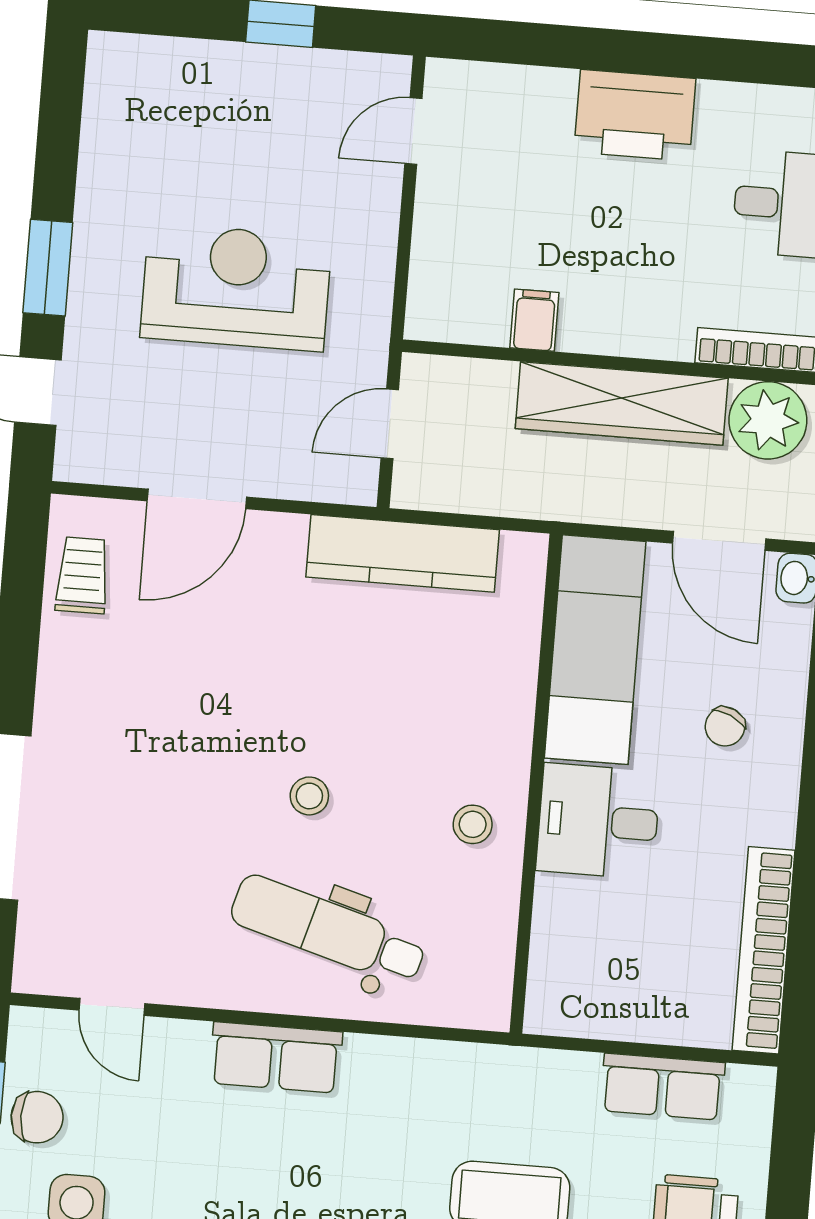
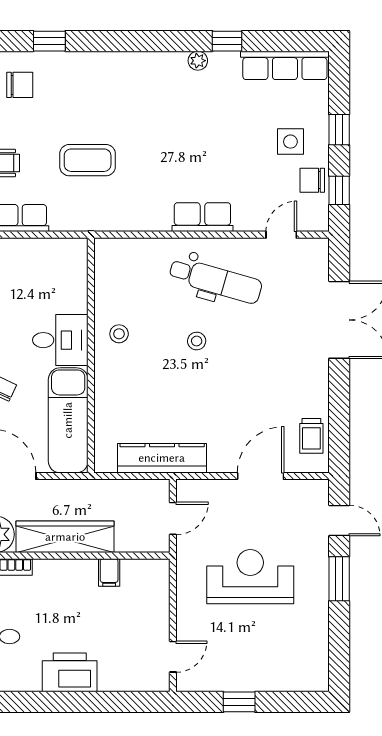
reception desk: (236, 287) -> (250, 577), turned 180
dental chair: (328, 930) -> (216, 280), moved
door: (112, 1007) -> (281, 235), hinge flipped

